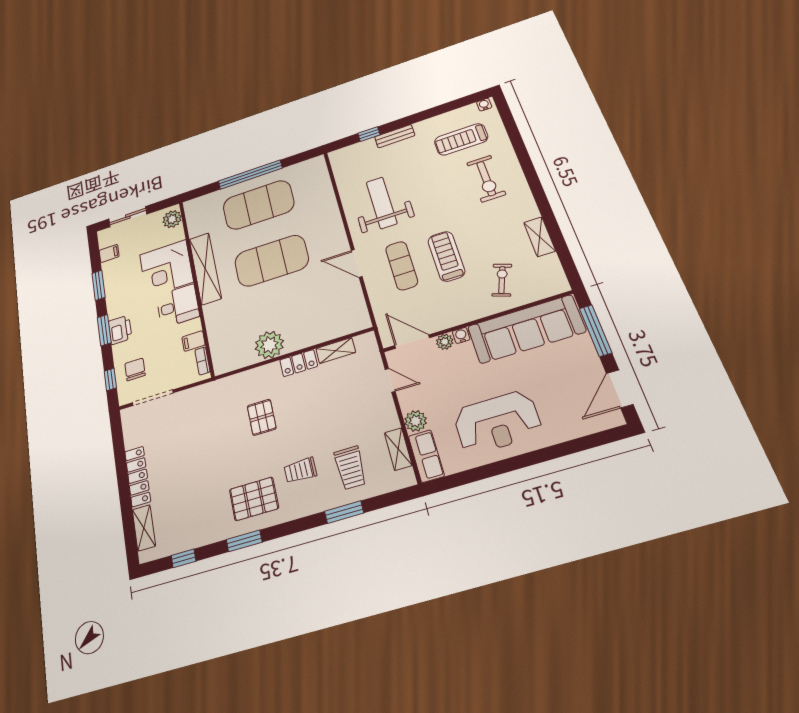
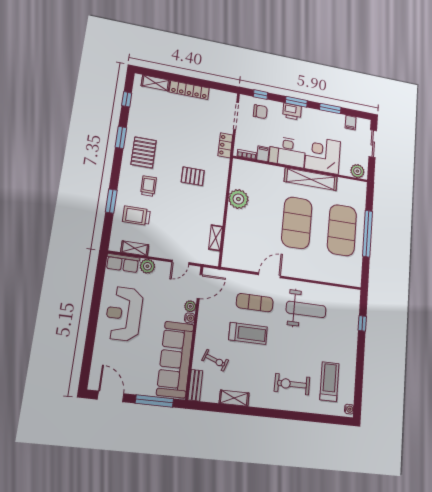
bench: (395, 136) -> (195, 385), moved
desk: (178, 306) -> (287, 152), width x1.37
locker: (299, 363) -> (225, 145), moved

